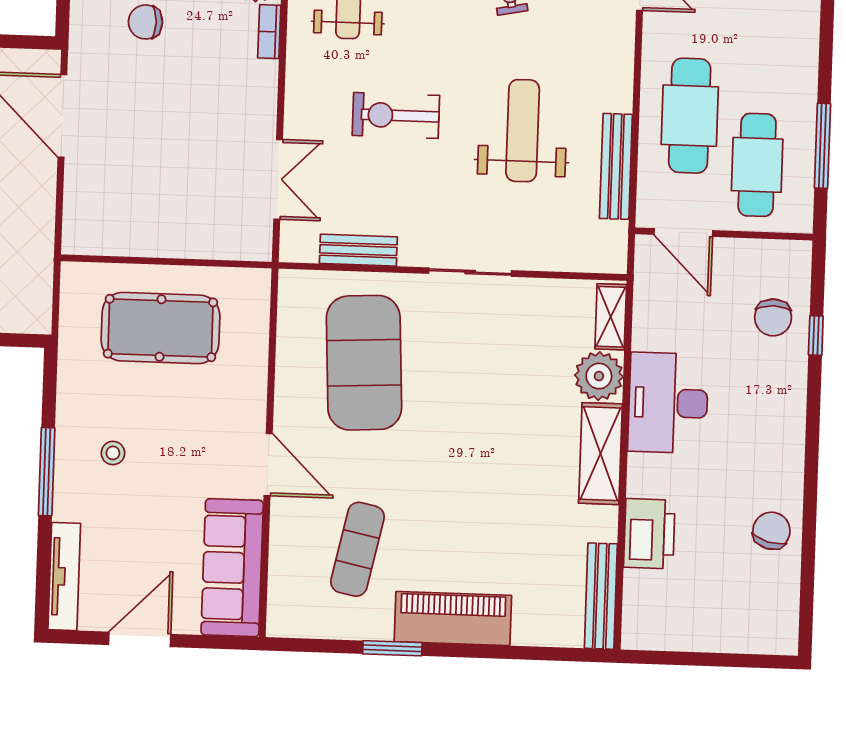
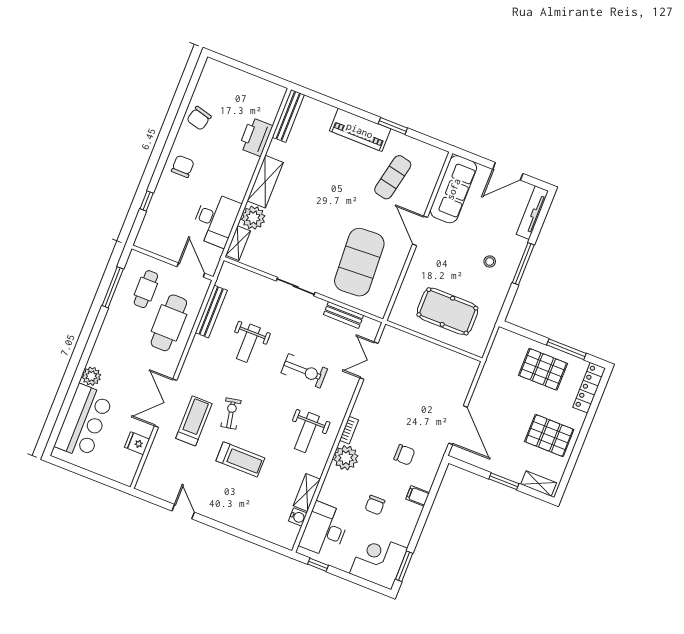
weight bench: (523, 131) -> (248, 343), width x0.73, depth x0.75
cafe table: (757, 165) -> (146, 289), width x0.73, depth x0.74
chair: (773, 317) -> (183, 166), moved
desk: (668, 403) -> (216, 219), moved

